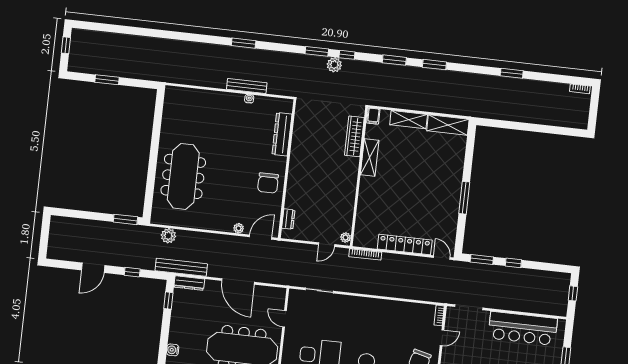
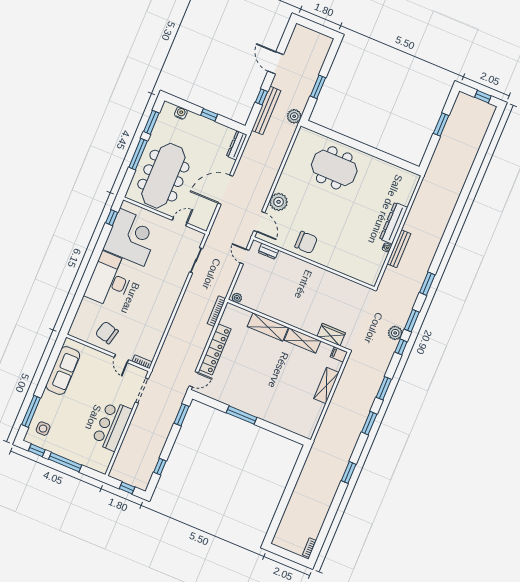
window: (244, 43) -> (427, 284), moved
window: (512, 73) -> (349, 472), moved
shelving: (448, 125) -> (268, 327), moved, turned 90
dresser: (282, 134) -> (394, 223), moved, turned -90
wardrobe: (354, 136) -> (331, 335), width x0.67
meeting table: (183, 176) -> (334, 168), width x0.73
chair: (268, 183) -> (306, 242), turned 180
window: (125, 219) -> (318, 87), moved
plant: (239, 228) -> (279, 202), width x1.87, depth x1.87
plant: (168, 236) -> (294, 116), moved
door: (327, 245) -> (245, 257), moved
window: (513, 263) -> (160, 467), moved
bench: (181, 267) -> (266, 110), moved
window: (168, 301) -> (209, 115), moved
bar counter: (523, 328) -> (112, 426), width x0.73

